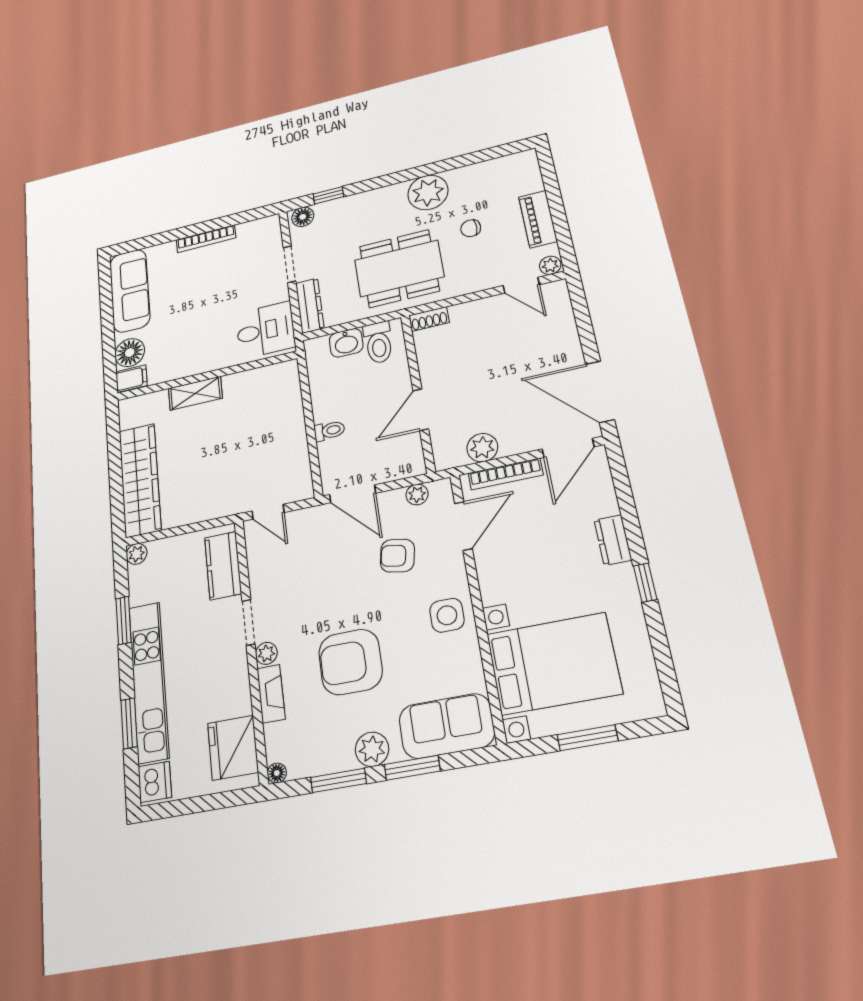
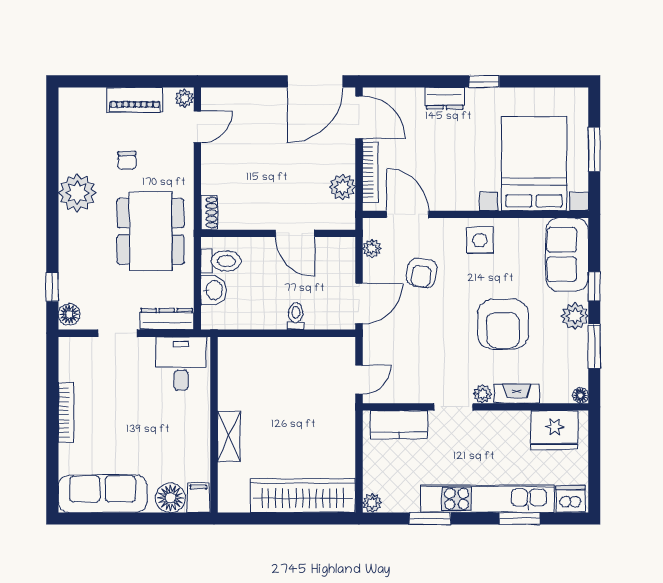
window: (412, 768) -> (594, 286), width x0.67

